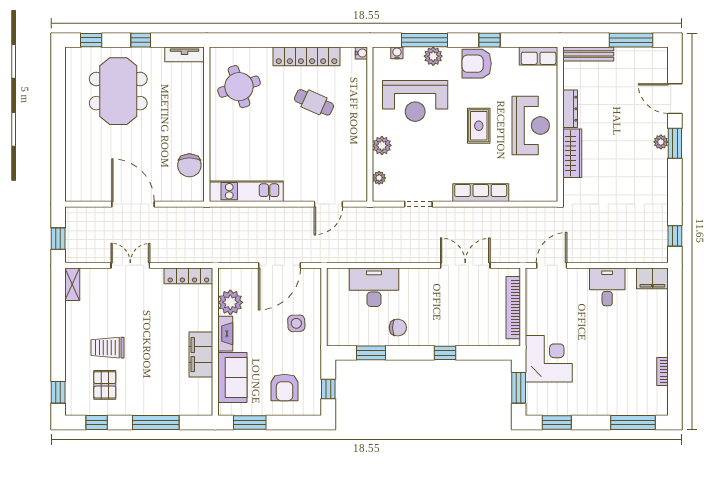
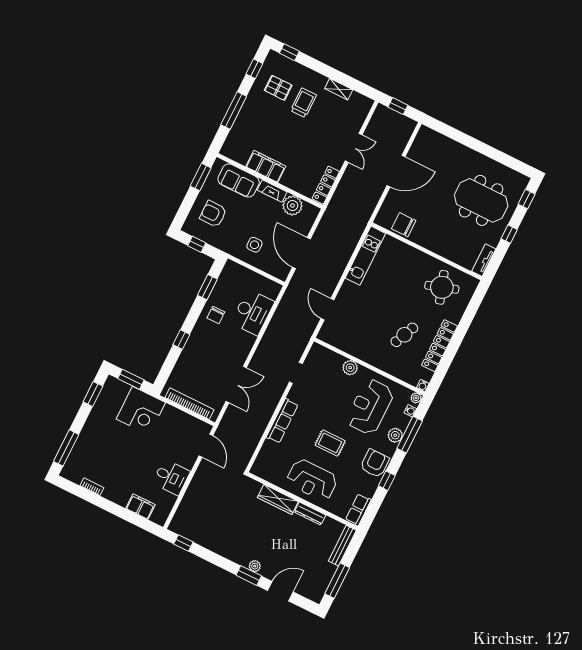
plant: (379, 178) -> (416, 398), moved
filing cabinet: (652, 278) -> (141, 507), moved, turned 90
shelving: (72, 284) -> (339, 89), moved

